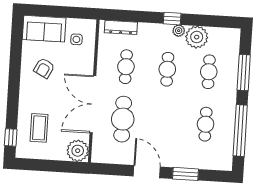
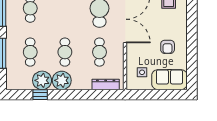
window: (172, 19) -> (40, 95), moved
plant: (179, 31) -> (62, 80), width x1.88, depth x1.88
armchair: (44, 68) -> (168, 47), turned 153

